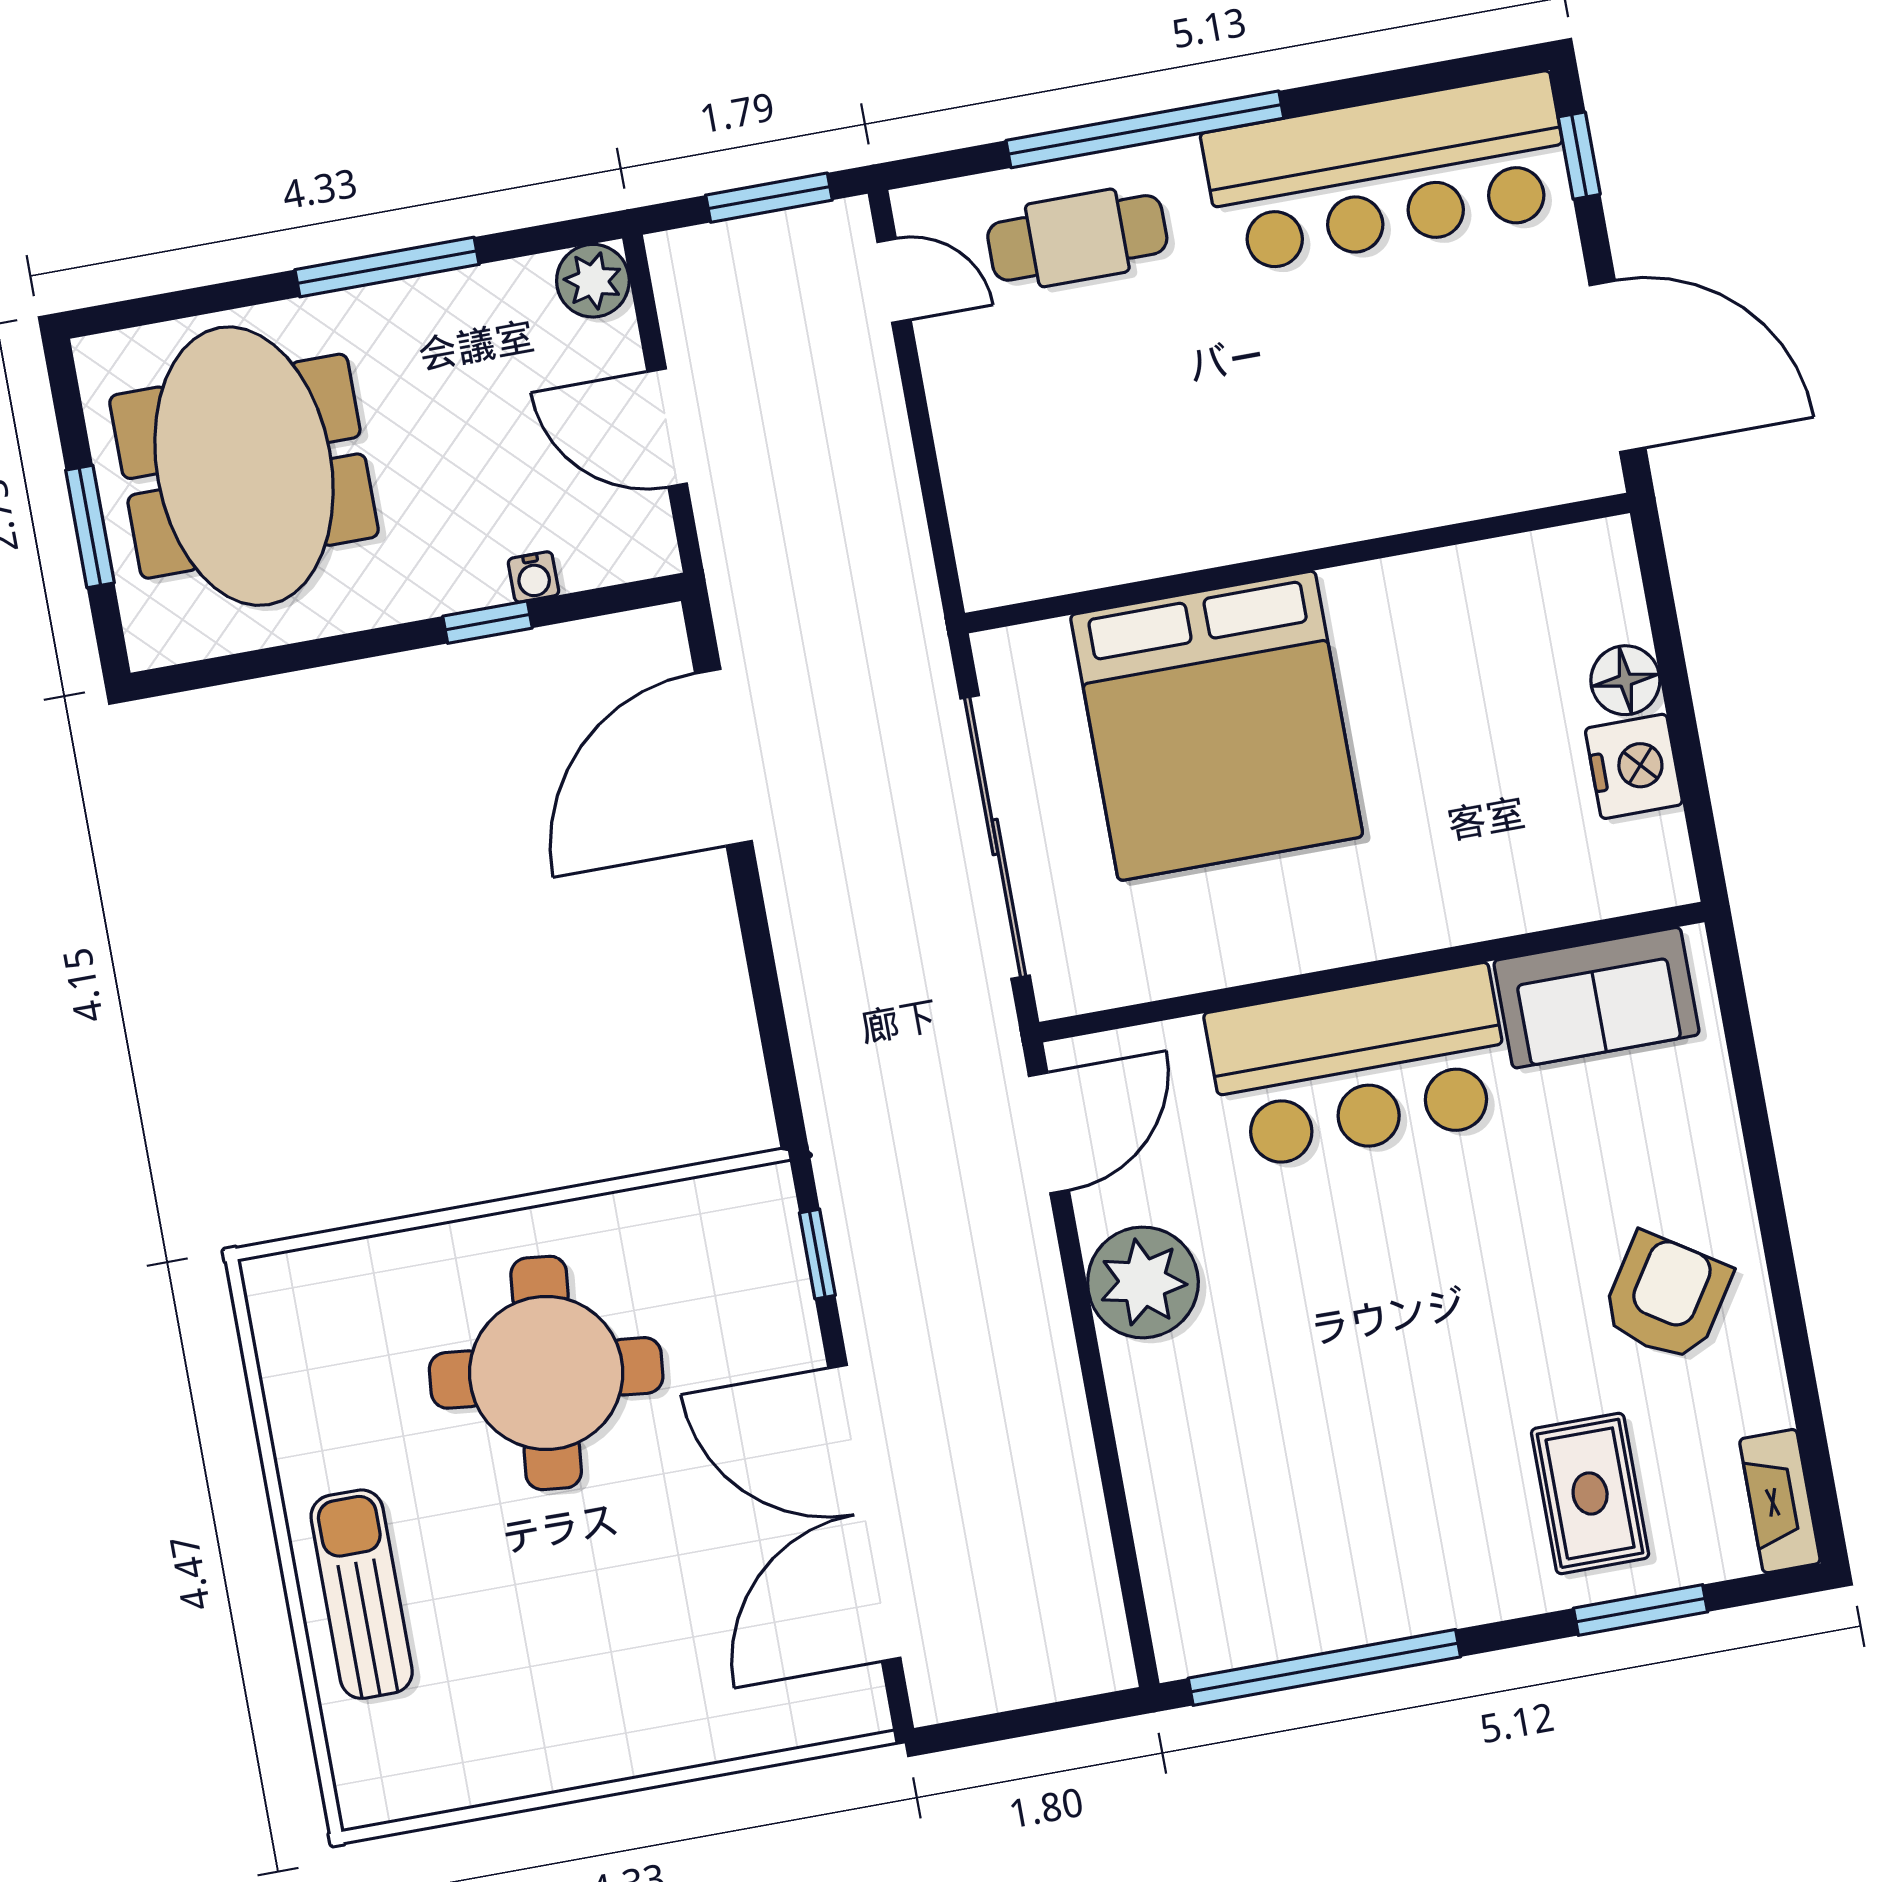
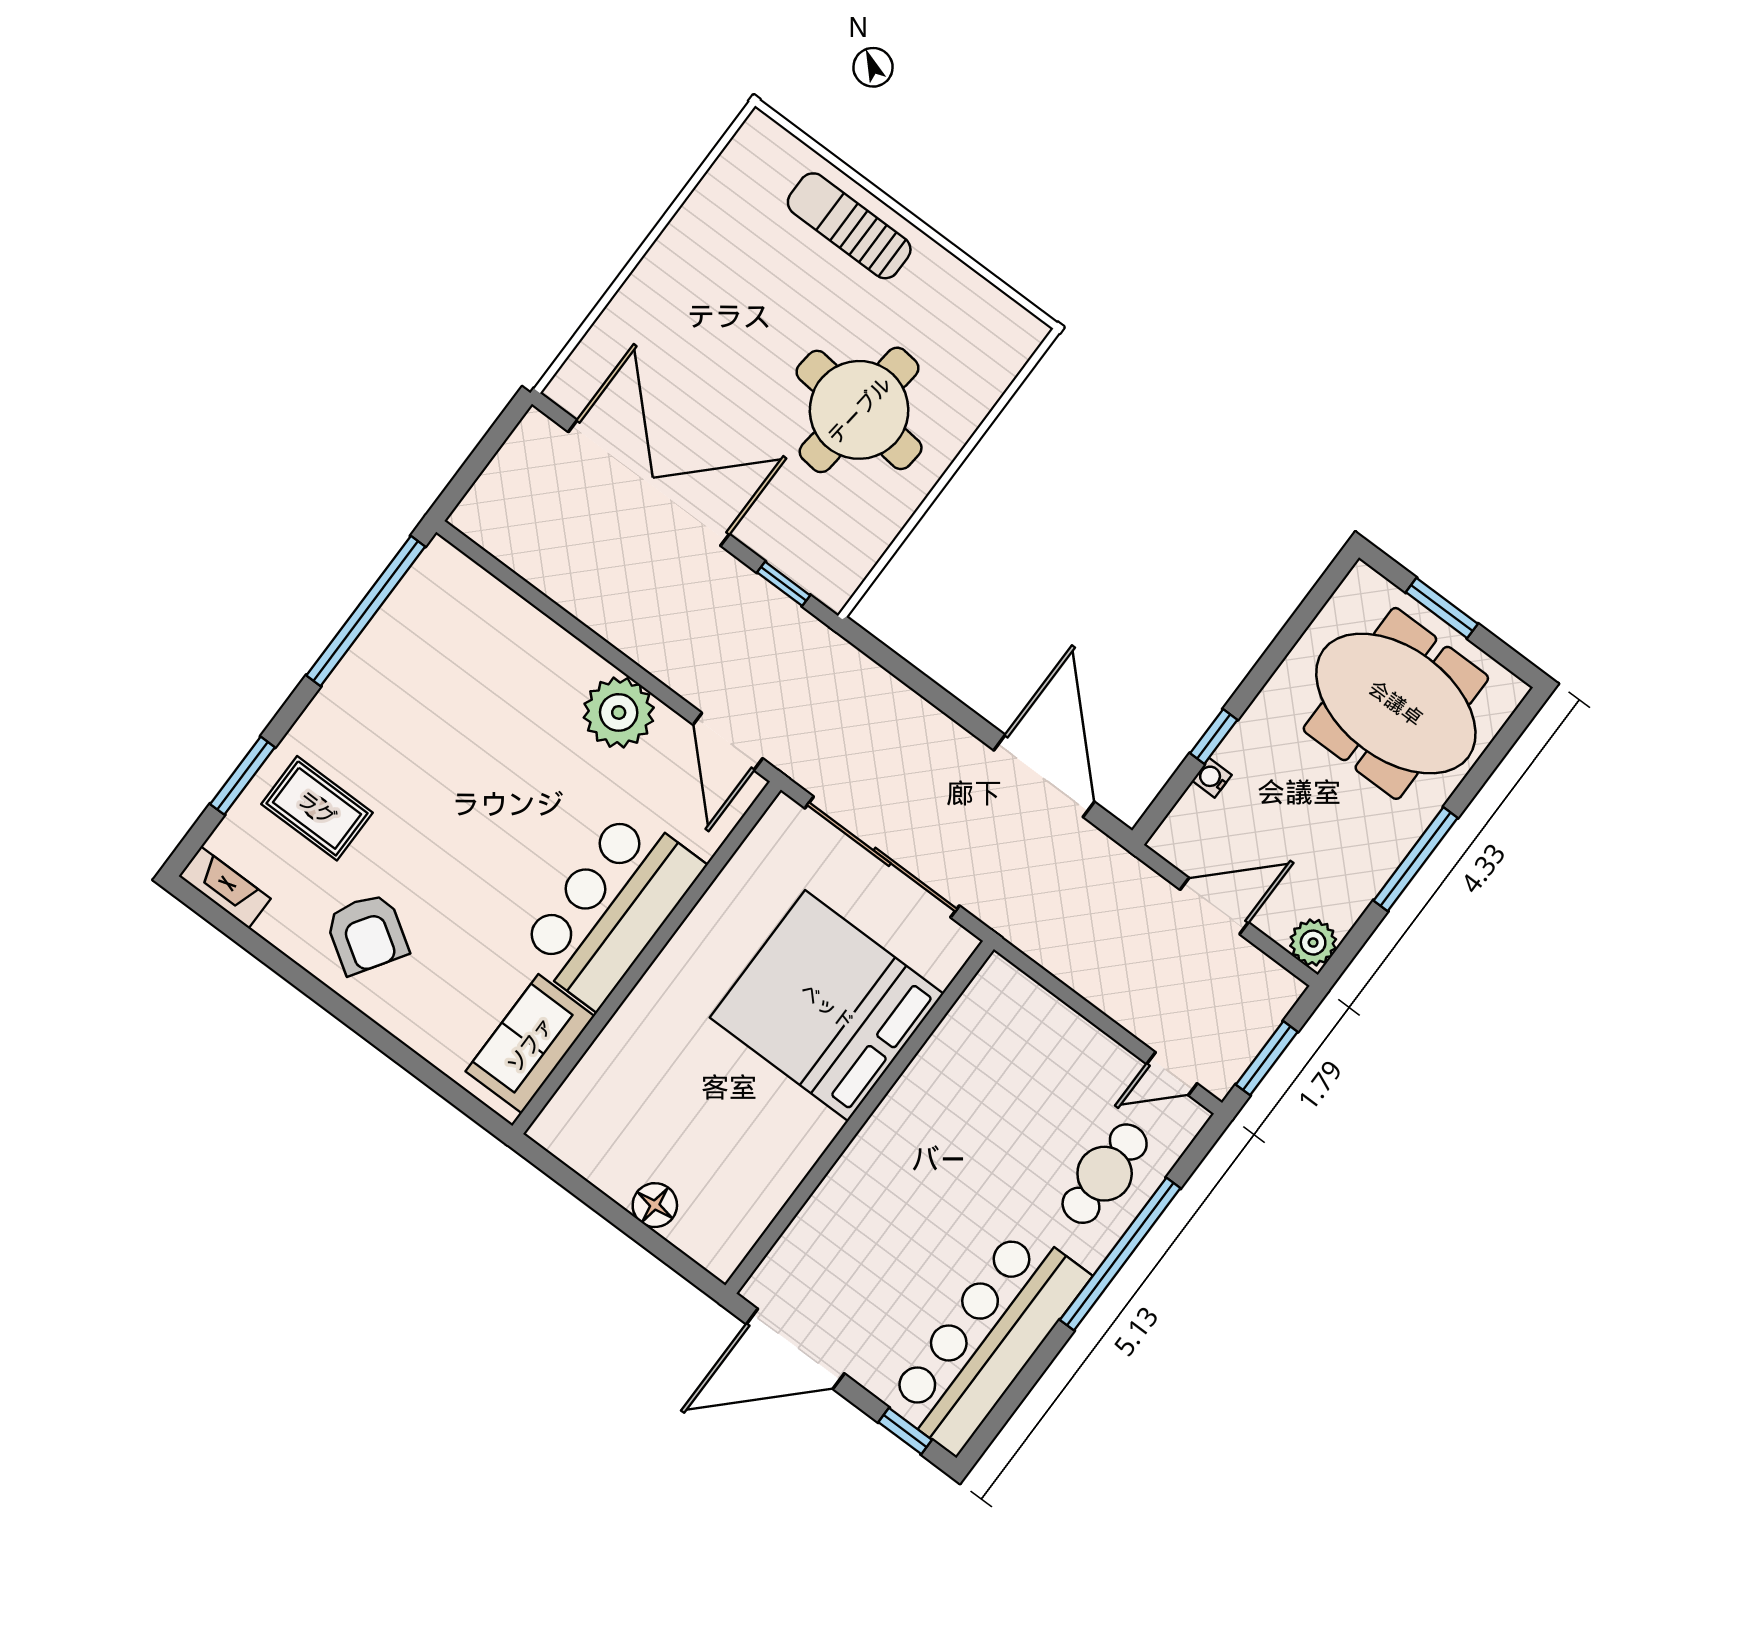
nightstand: (1634, 766) -> (613, 1168), removed
sun lounger: (362, 1594) -> (849, 226), turned 180

